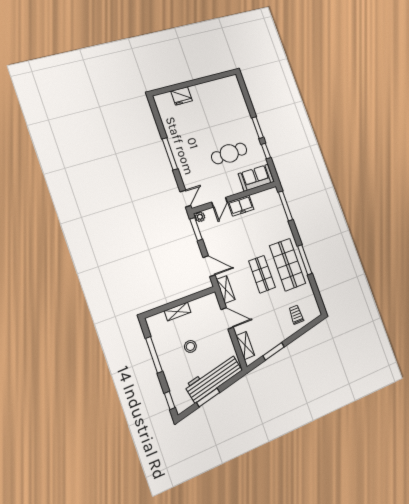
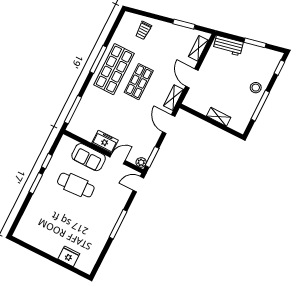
sofa: (256, 178) -> (89, 157), moved
stool: (190, 346) -> (256, 88), moved
workbench: (214, 378) -> (228, 46), width x0.53, depth x0.76

